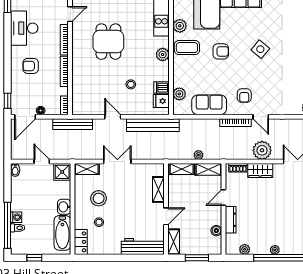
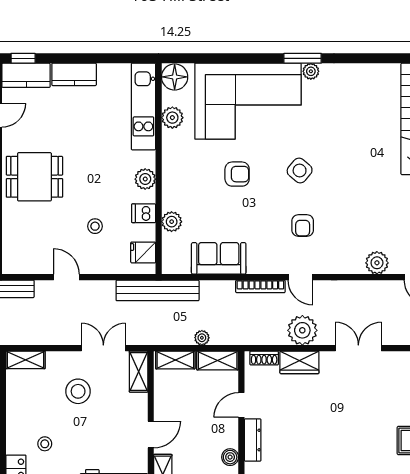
plant: (180, 26) -> (172, 118), moved
dining table: (108, 42) -> (34, 177), moved, turned 90
coffee table: (187, 48) -> (184, 168), removed
dishwasher: (162, 88) -> (144, 213), moved
plant: (179, 94) -> (172, 222), moved
armchair: (244, 96) -> (303, 225), moved
bench: (153, 125) -> (158, 290), moved
double door: (117, 162) -> (103, 348), moved
shelving: (158, 189) -> (139, 372), moved
stool: (99, 198) -> (78, 391), moved

